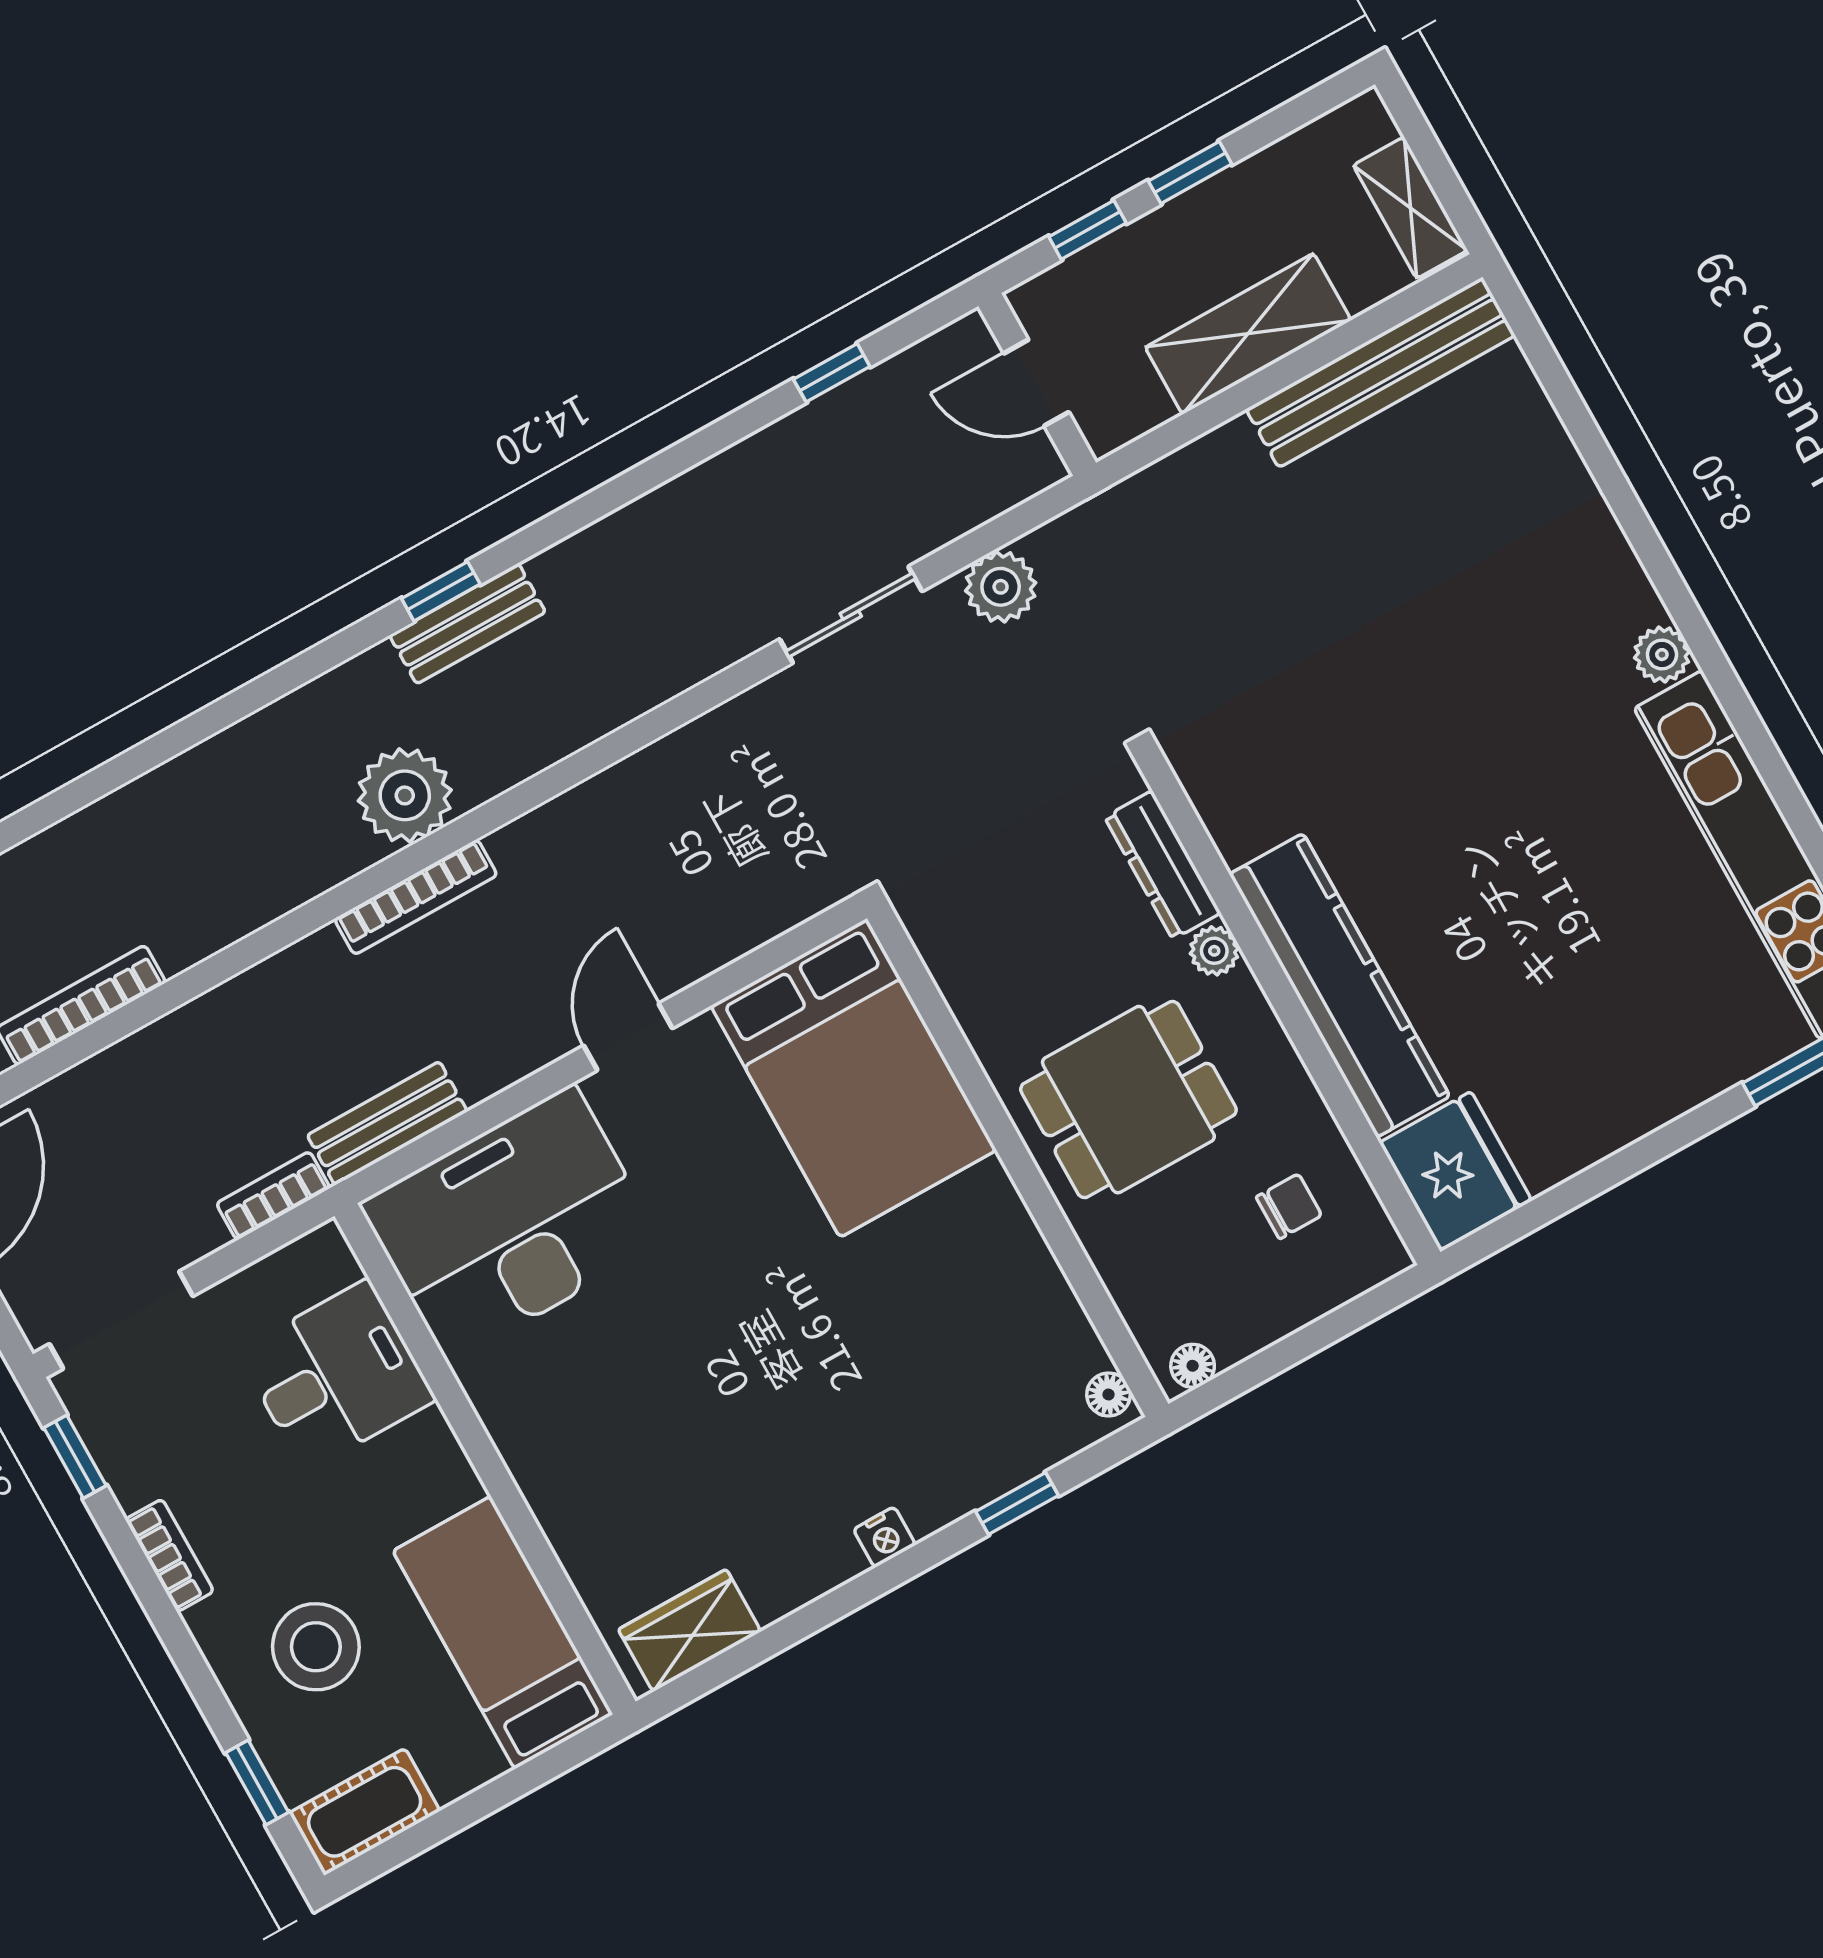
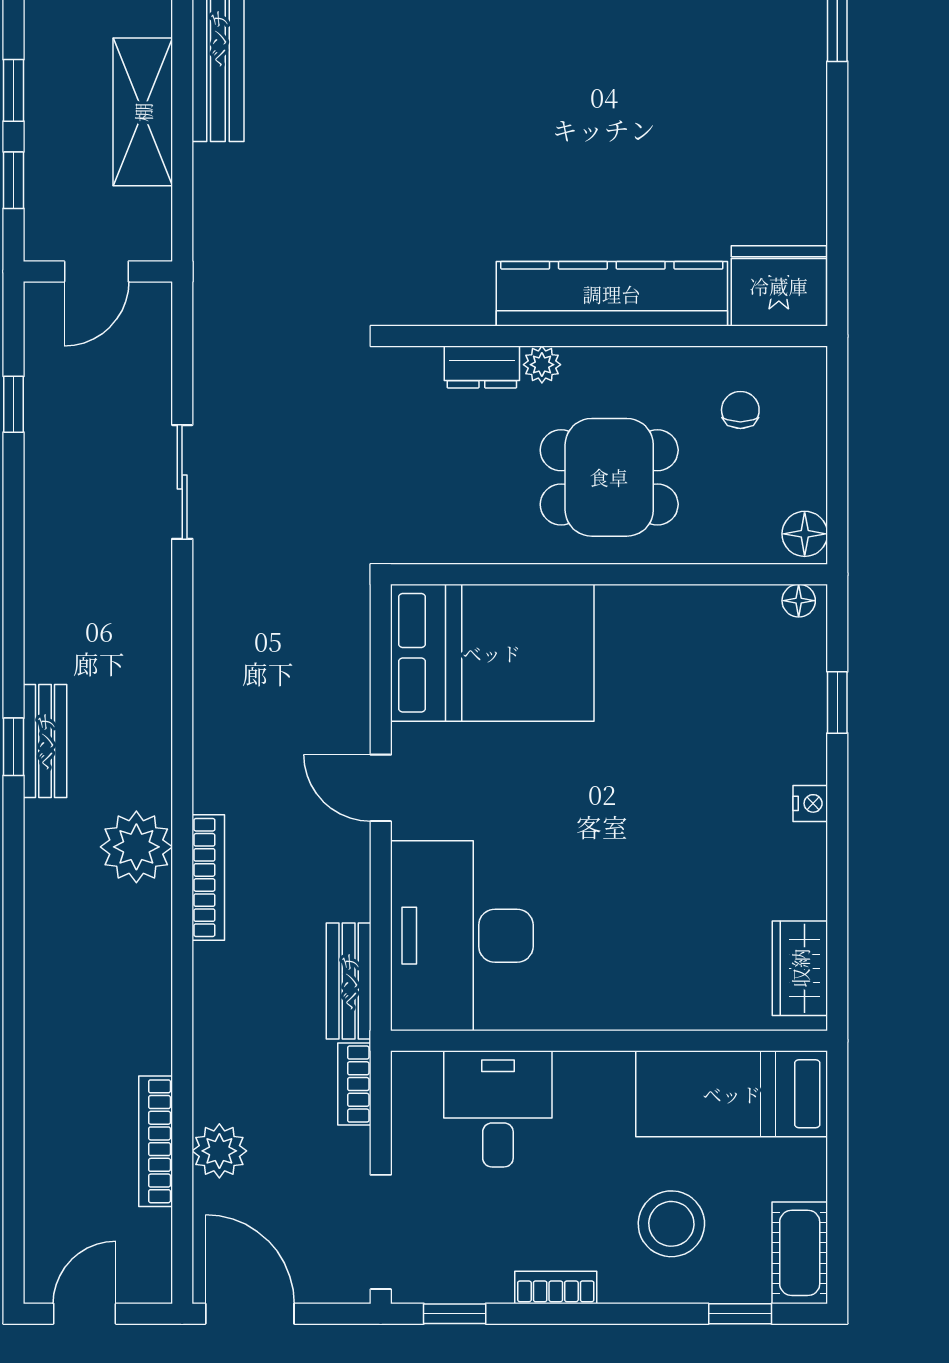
plant: (1001, 587) -> (219, 1151), moved
dresser: (1163, 865) -> (482, 367), width x0.70
dining table: (1128, 1100) -> (609, 477), turned 90
floor lamp: (1193, 1366) -> (805, 534), width x1.37, depth x1.37

